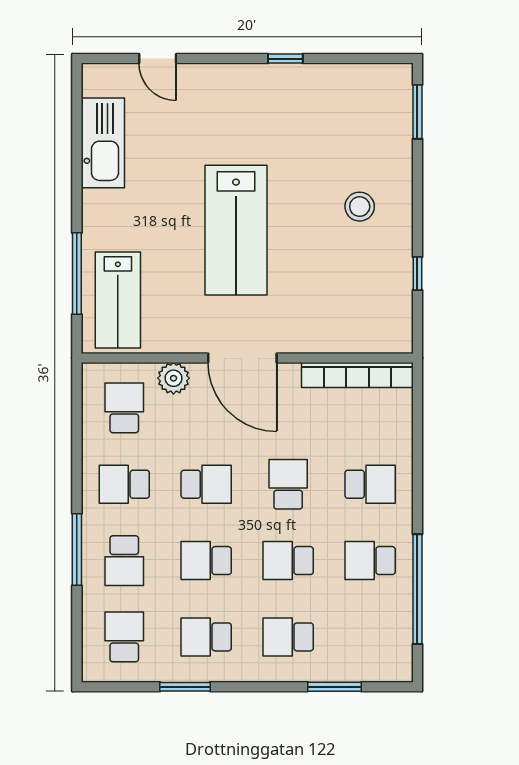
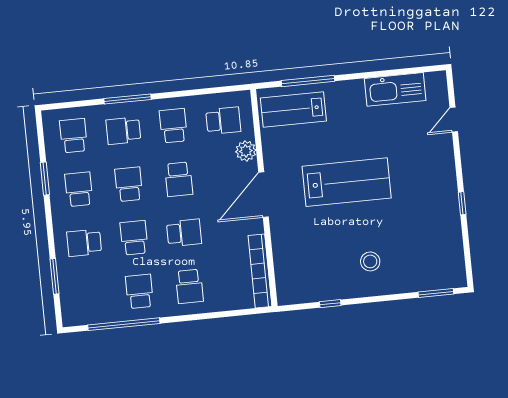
lab bench: (236, 230) -> (347, 182), turned 180
school desk: (124, 637) -> (73, 136), turned -90
school desk: (288, 637) -> (84, 243), turned -90

